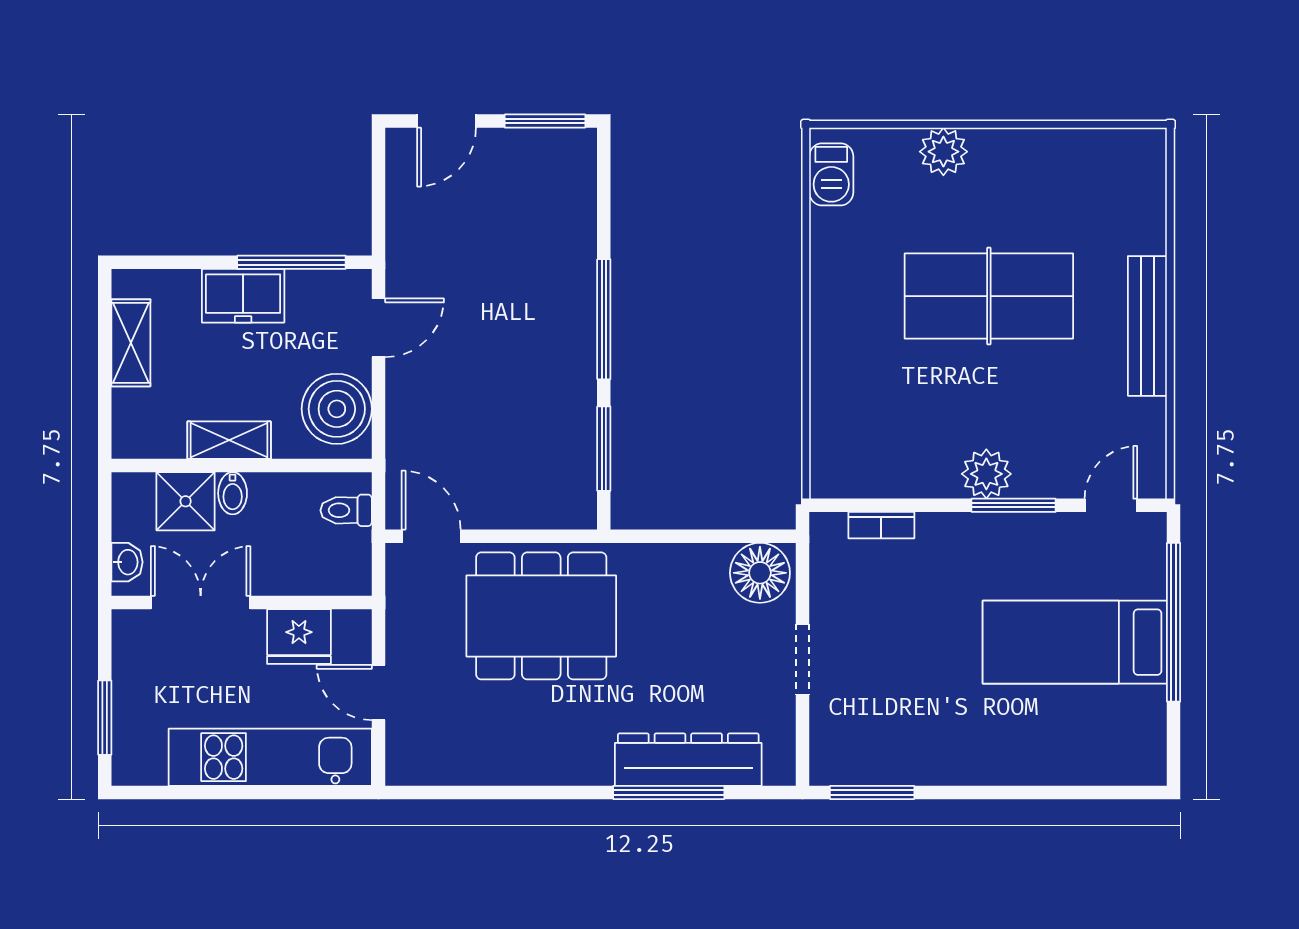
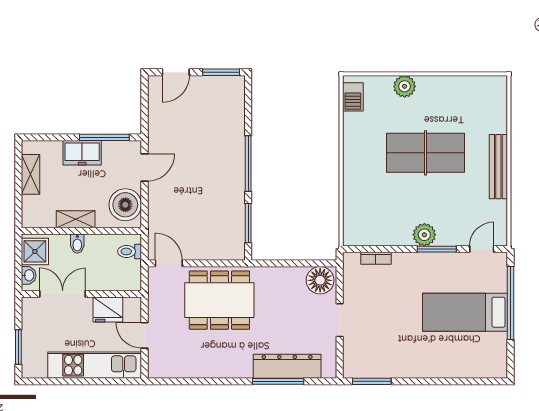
shower: (186, 501) -> (35, 251), moved

